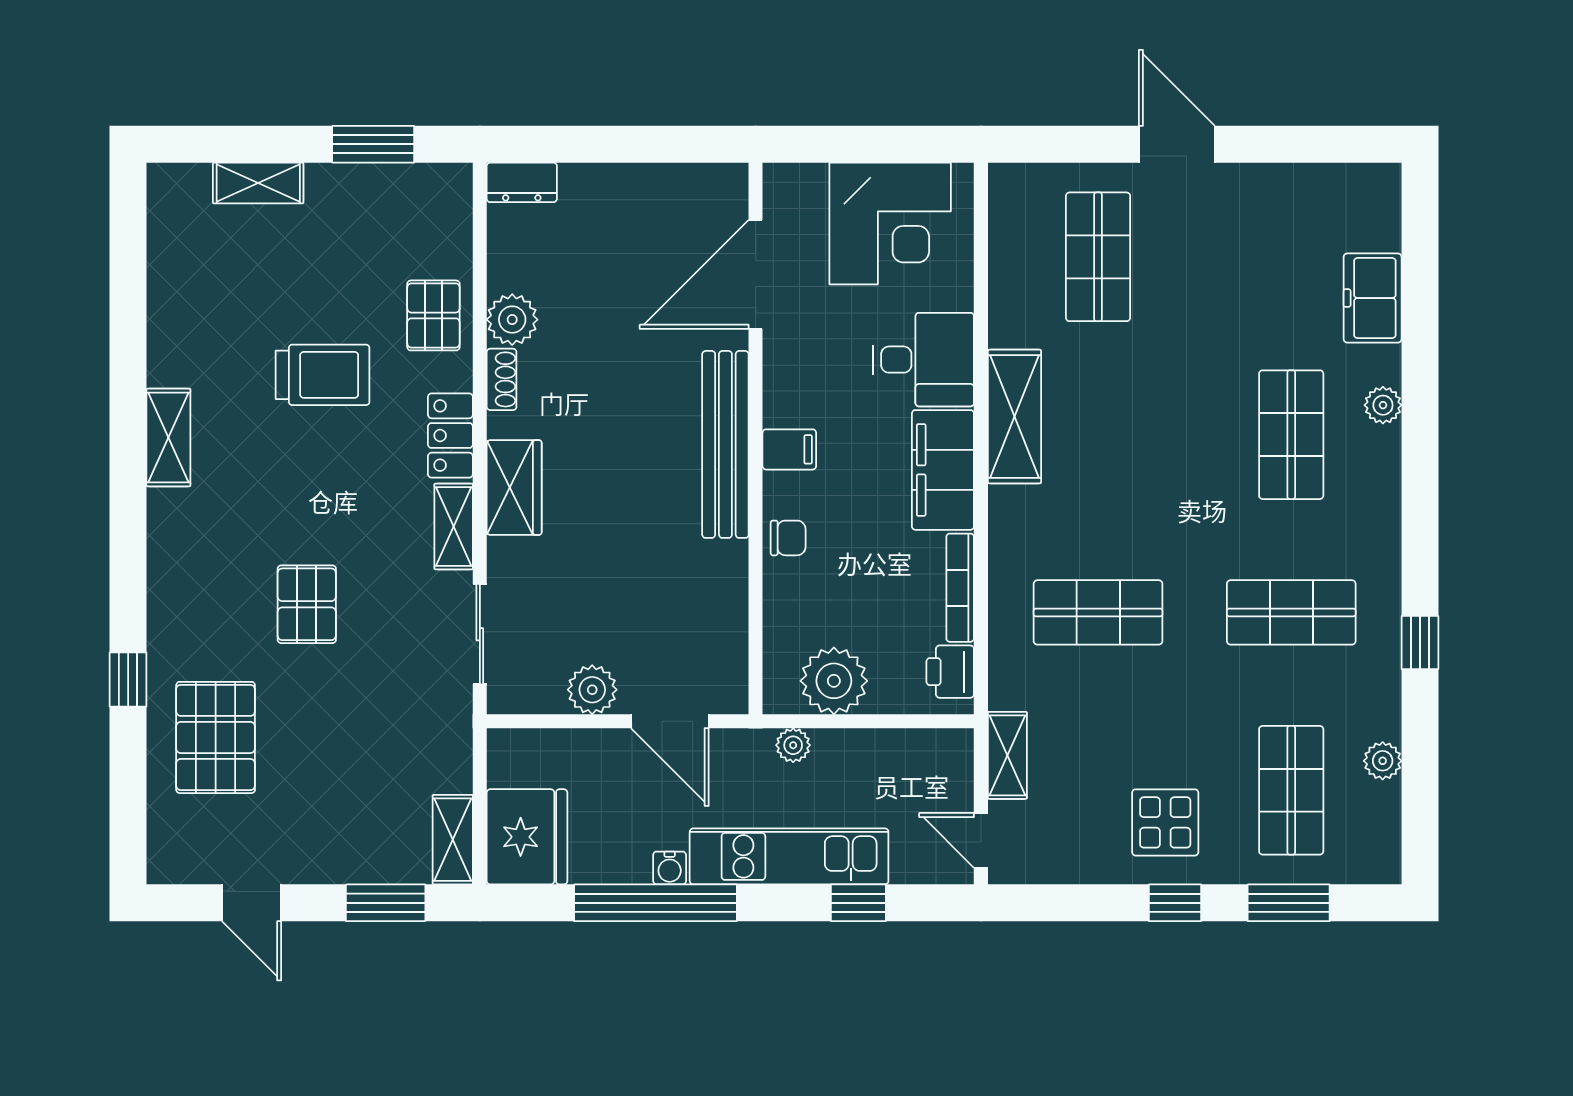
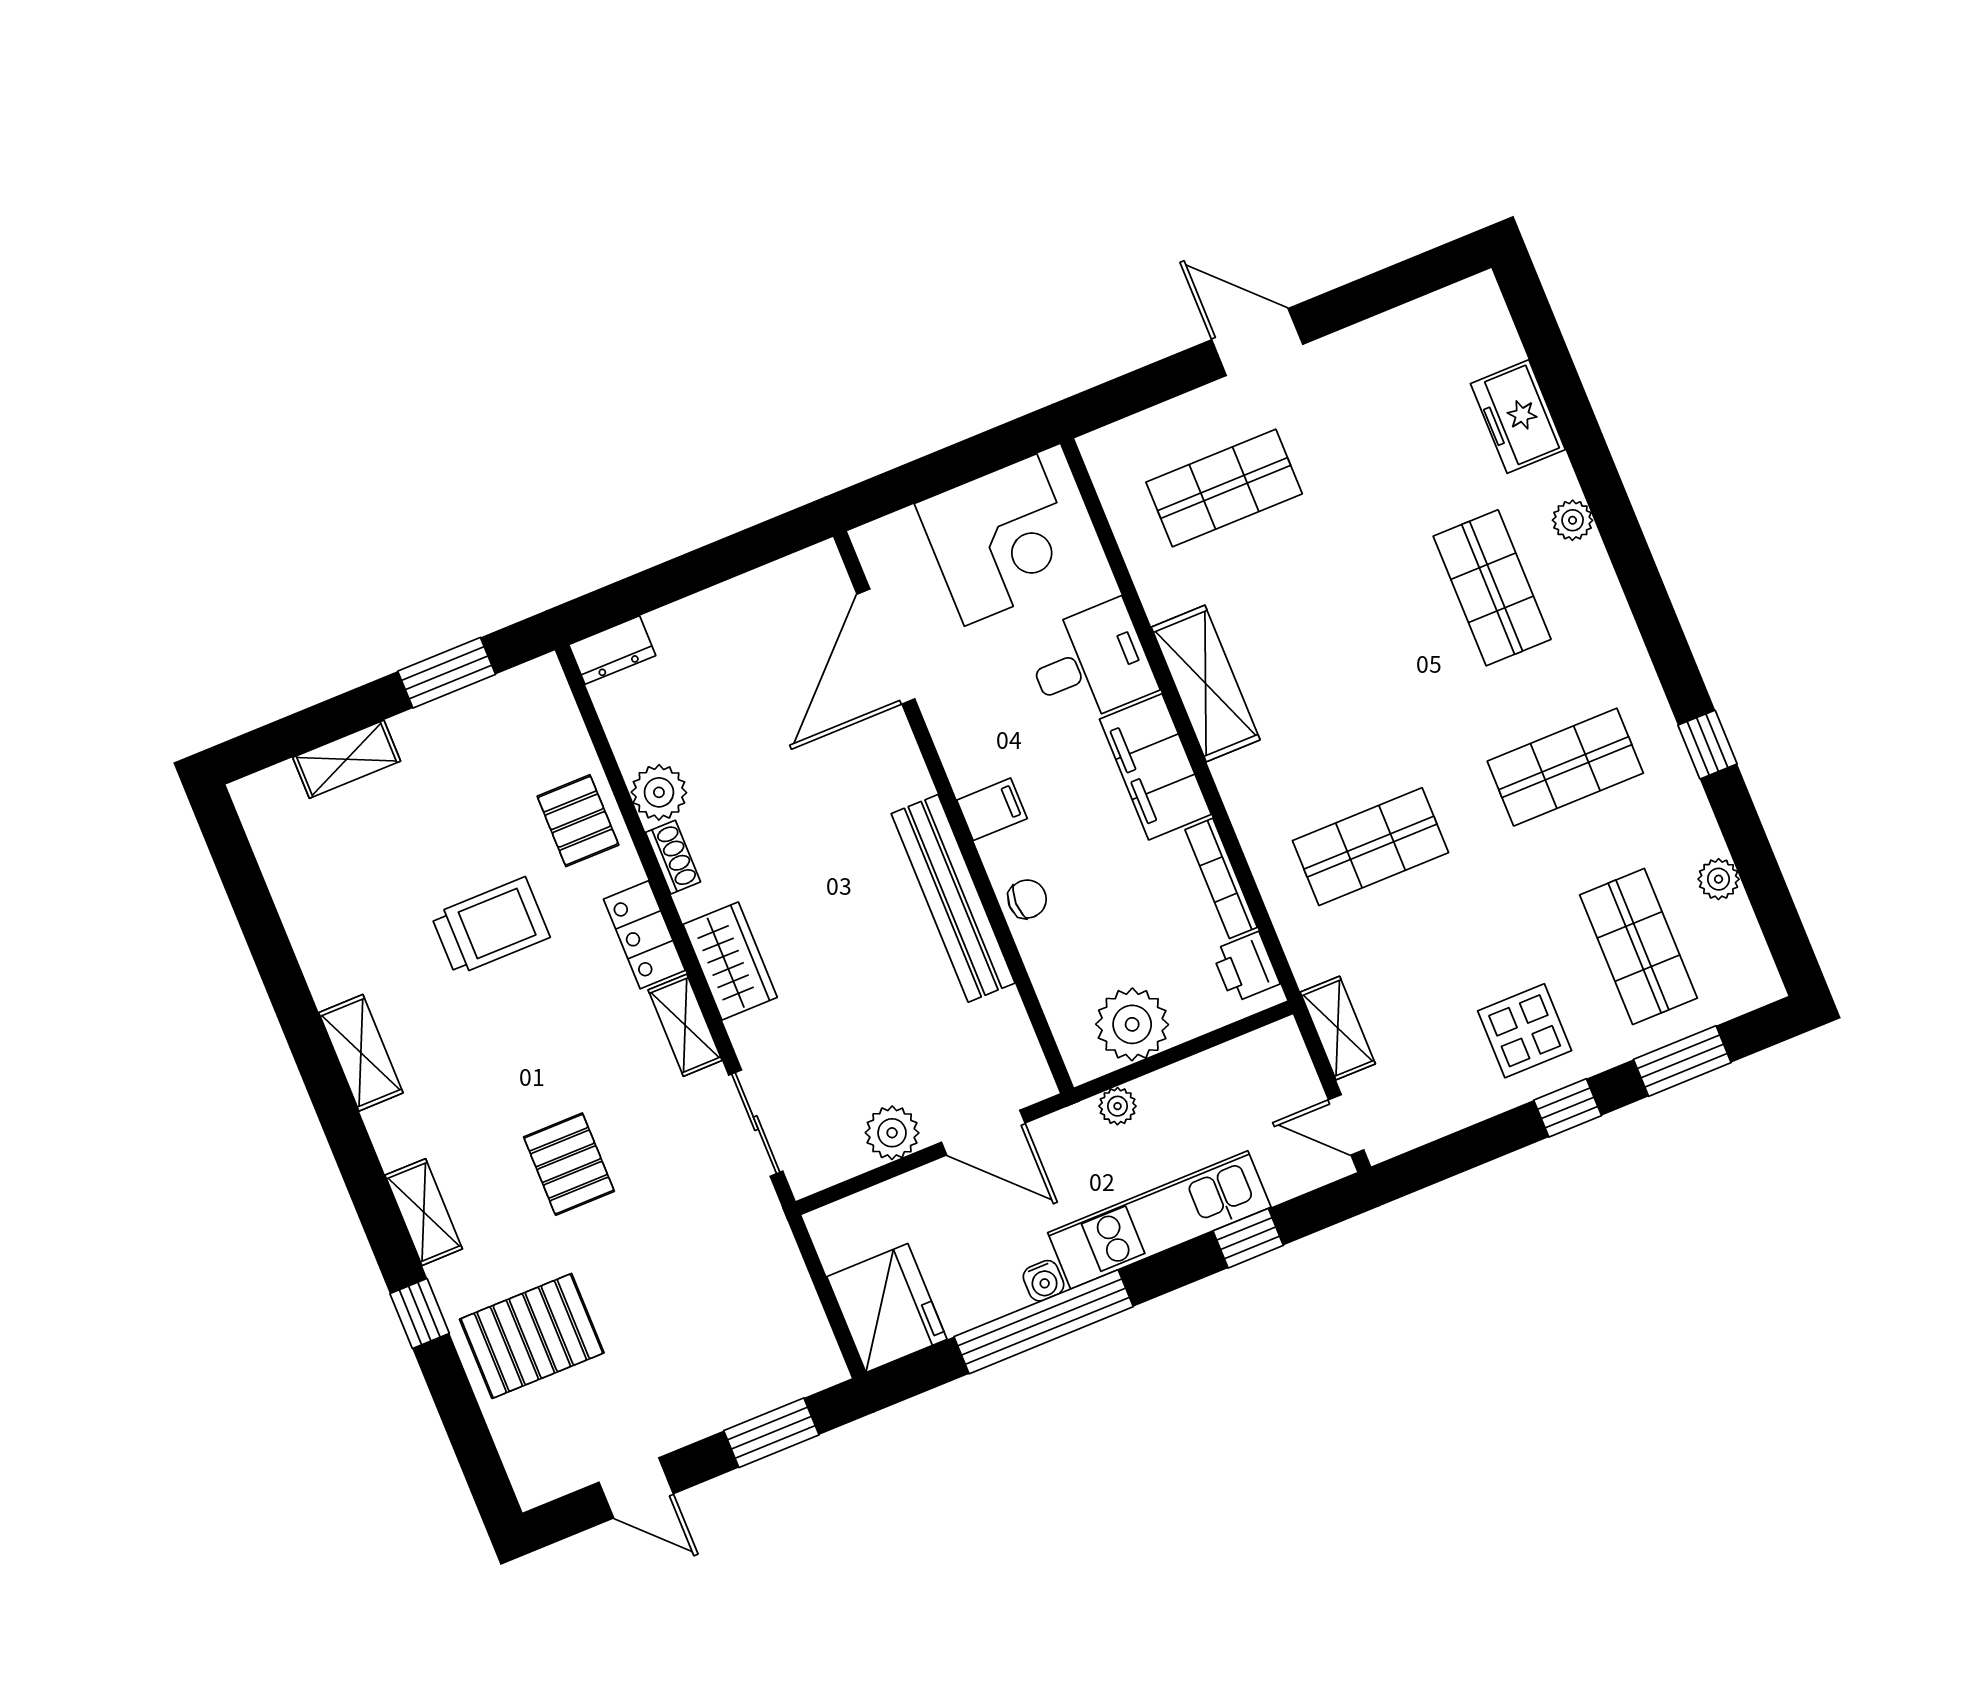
shop shelf: (1098, 257) -> (1224, 488), turned 90
bench: (725, 444) -> (953, 898), moved
pallet: (216, 737) -> (532, 1336), turned 90
shelving: (453, 840) -> (424, 1212), moved

